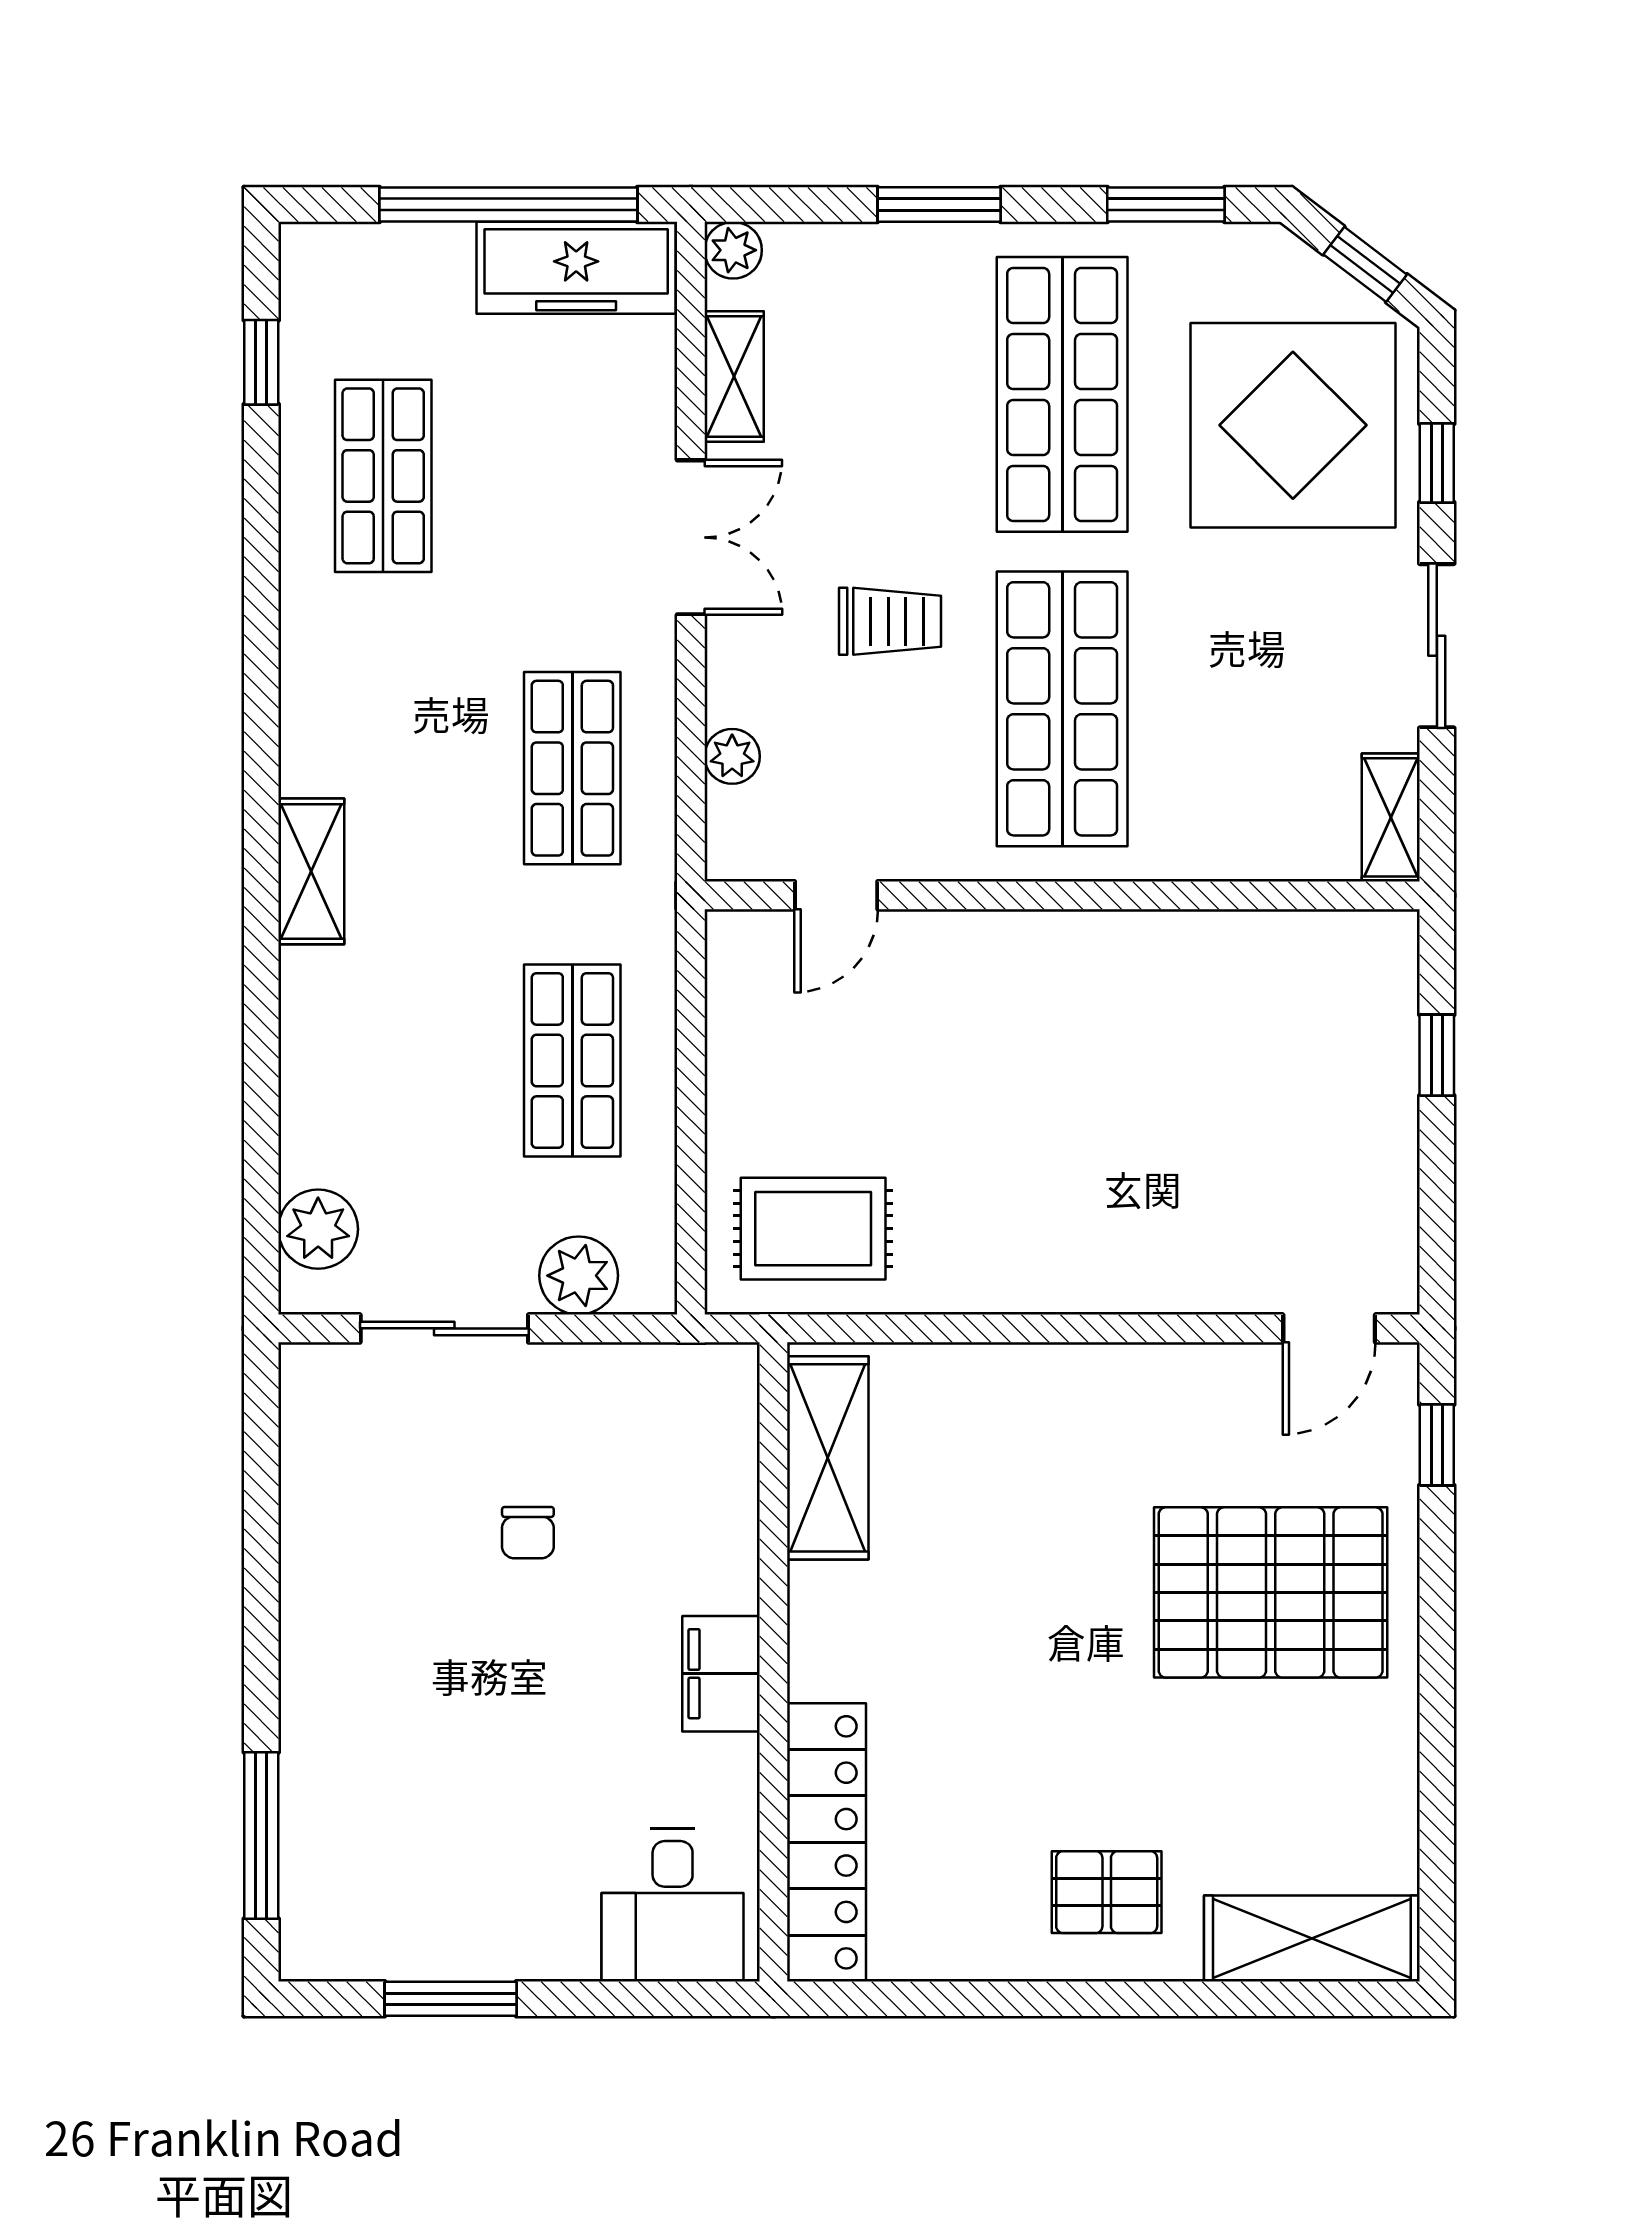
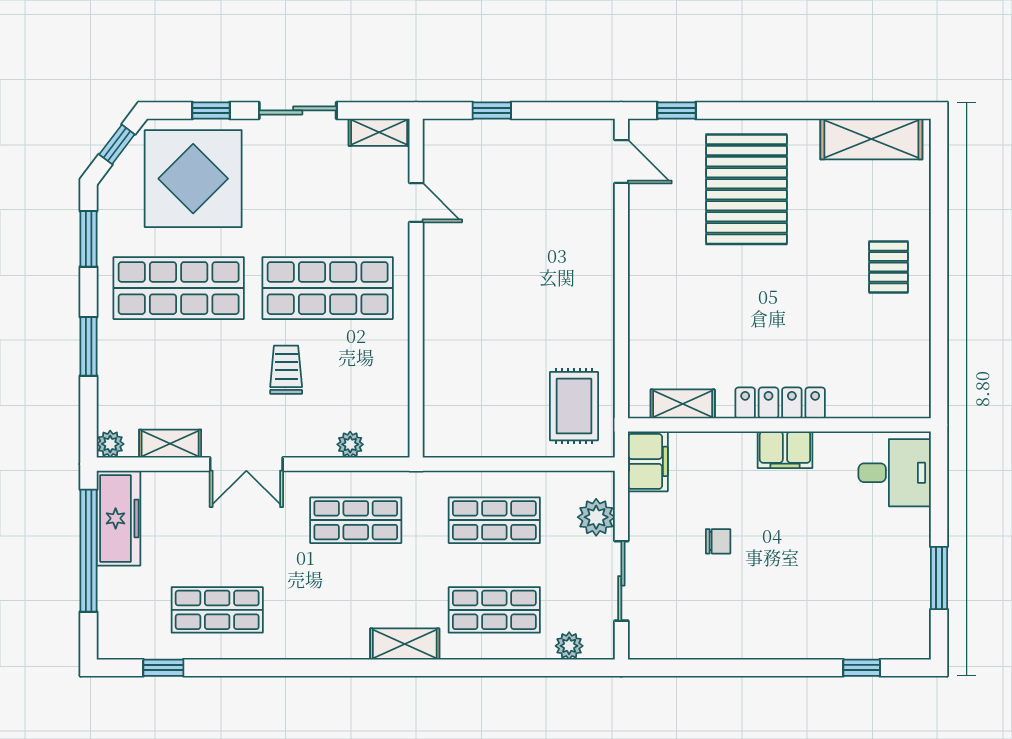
double door: (691, 537) -> (246, 464), swing flipped
door: (836, 895) -> (416, 203), moved
shop shelf: (383, 1060) -> (494, 610), added
plant: (318, 1229) -> (569, 646), width x0.73, depth x0.73
filing cabinet: (696, 1384) -> (648, 461), added
shelving: (828, 1458) -> (683, 404), width x0.67, depth x0.75
window: (261, 1835) -> (862, 668), width x0.46
locker: (827, 1842) -> (780, 403), moved, width x0.71, depth x0.83
shelving: (1312, 1938) -> (871, 139), moved, turned 90

